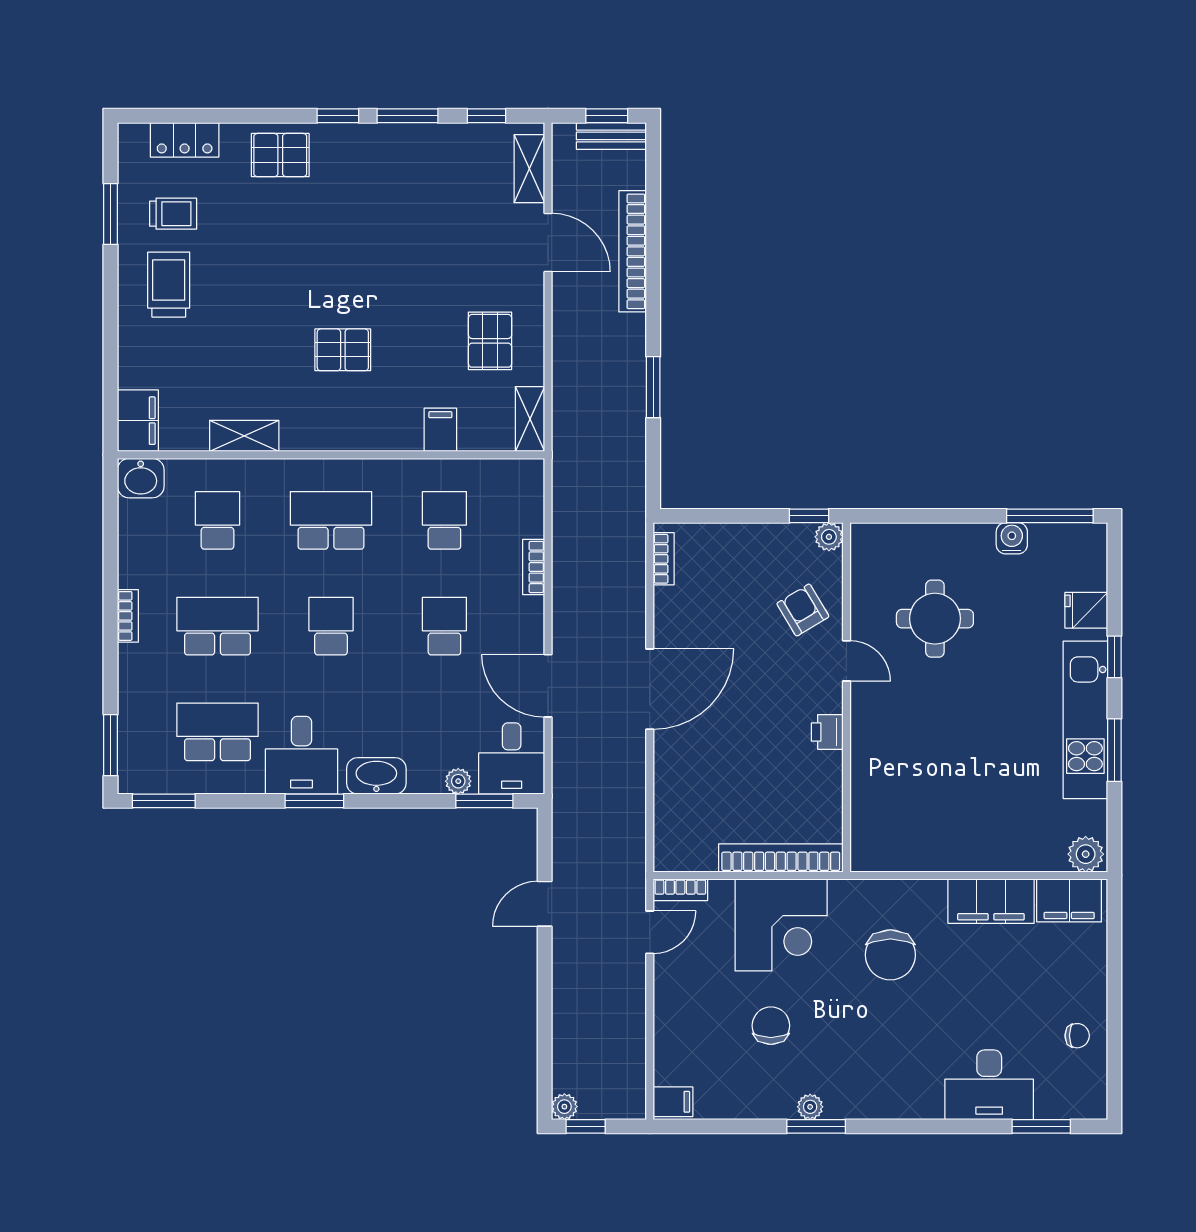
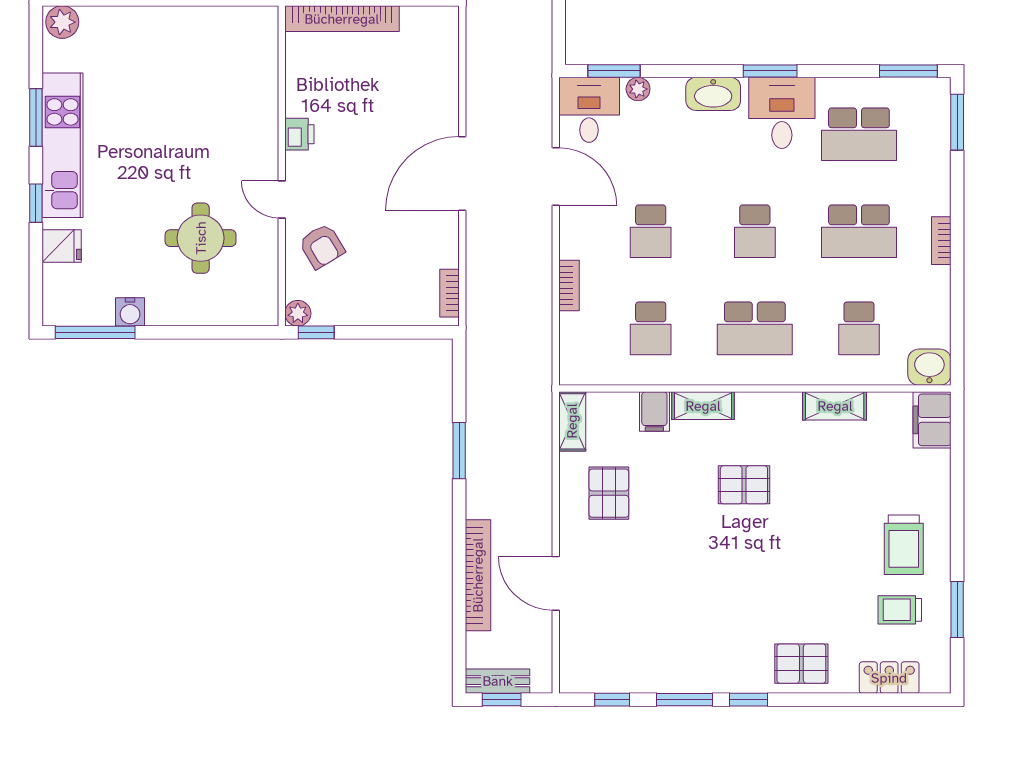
shelving: (529, 169) -> (703, 406), moved, turned 90

